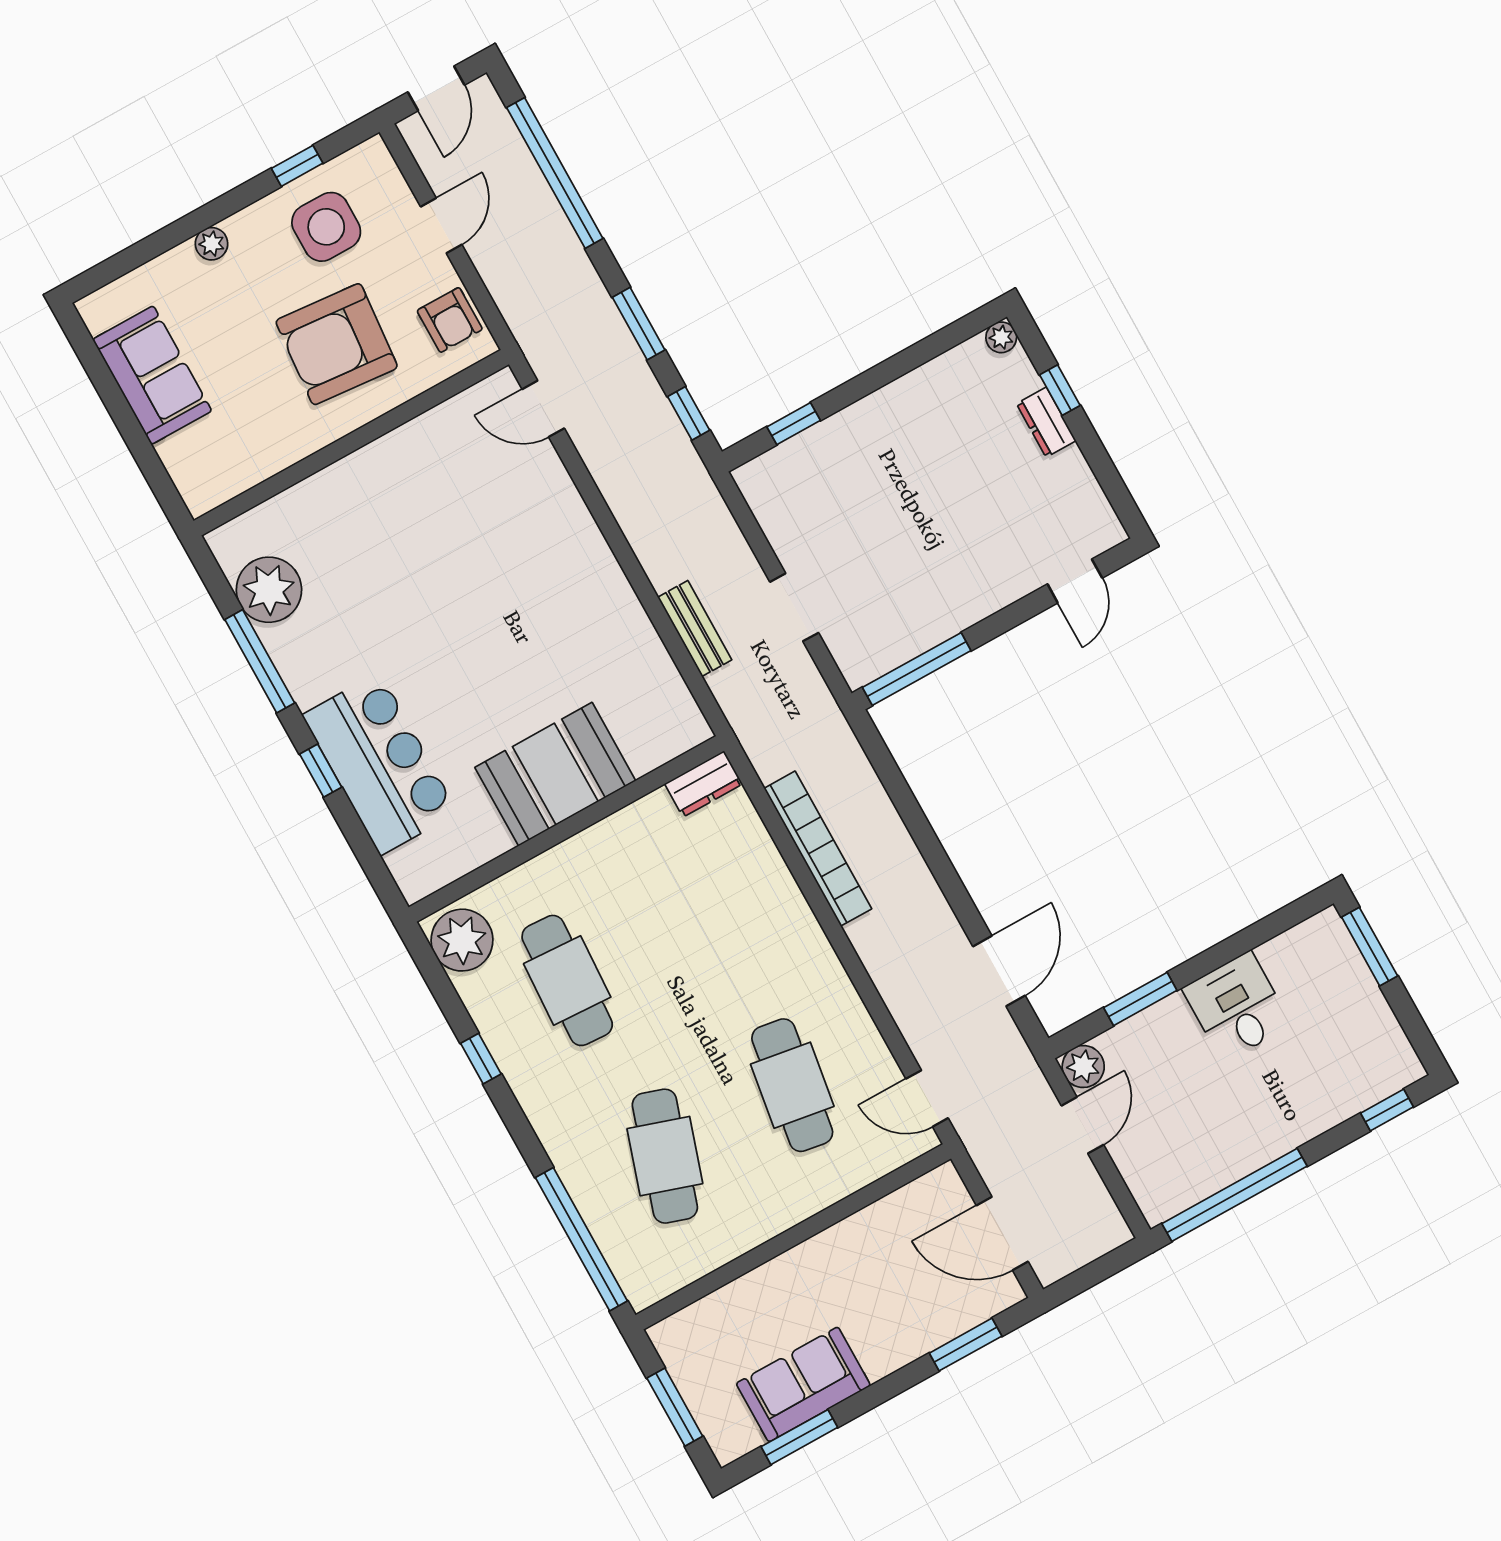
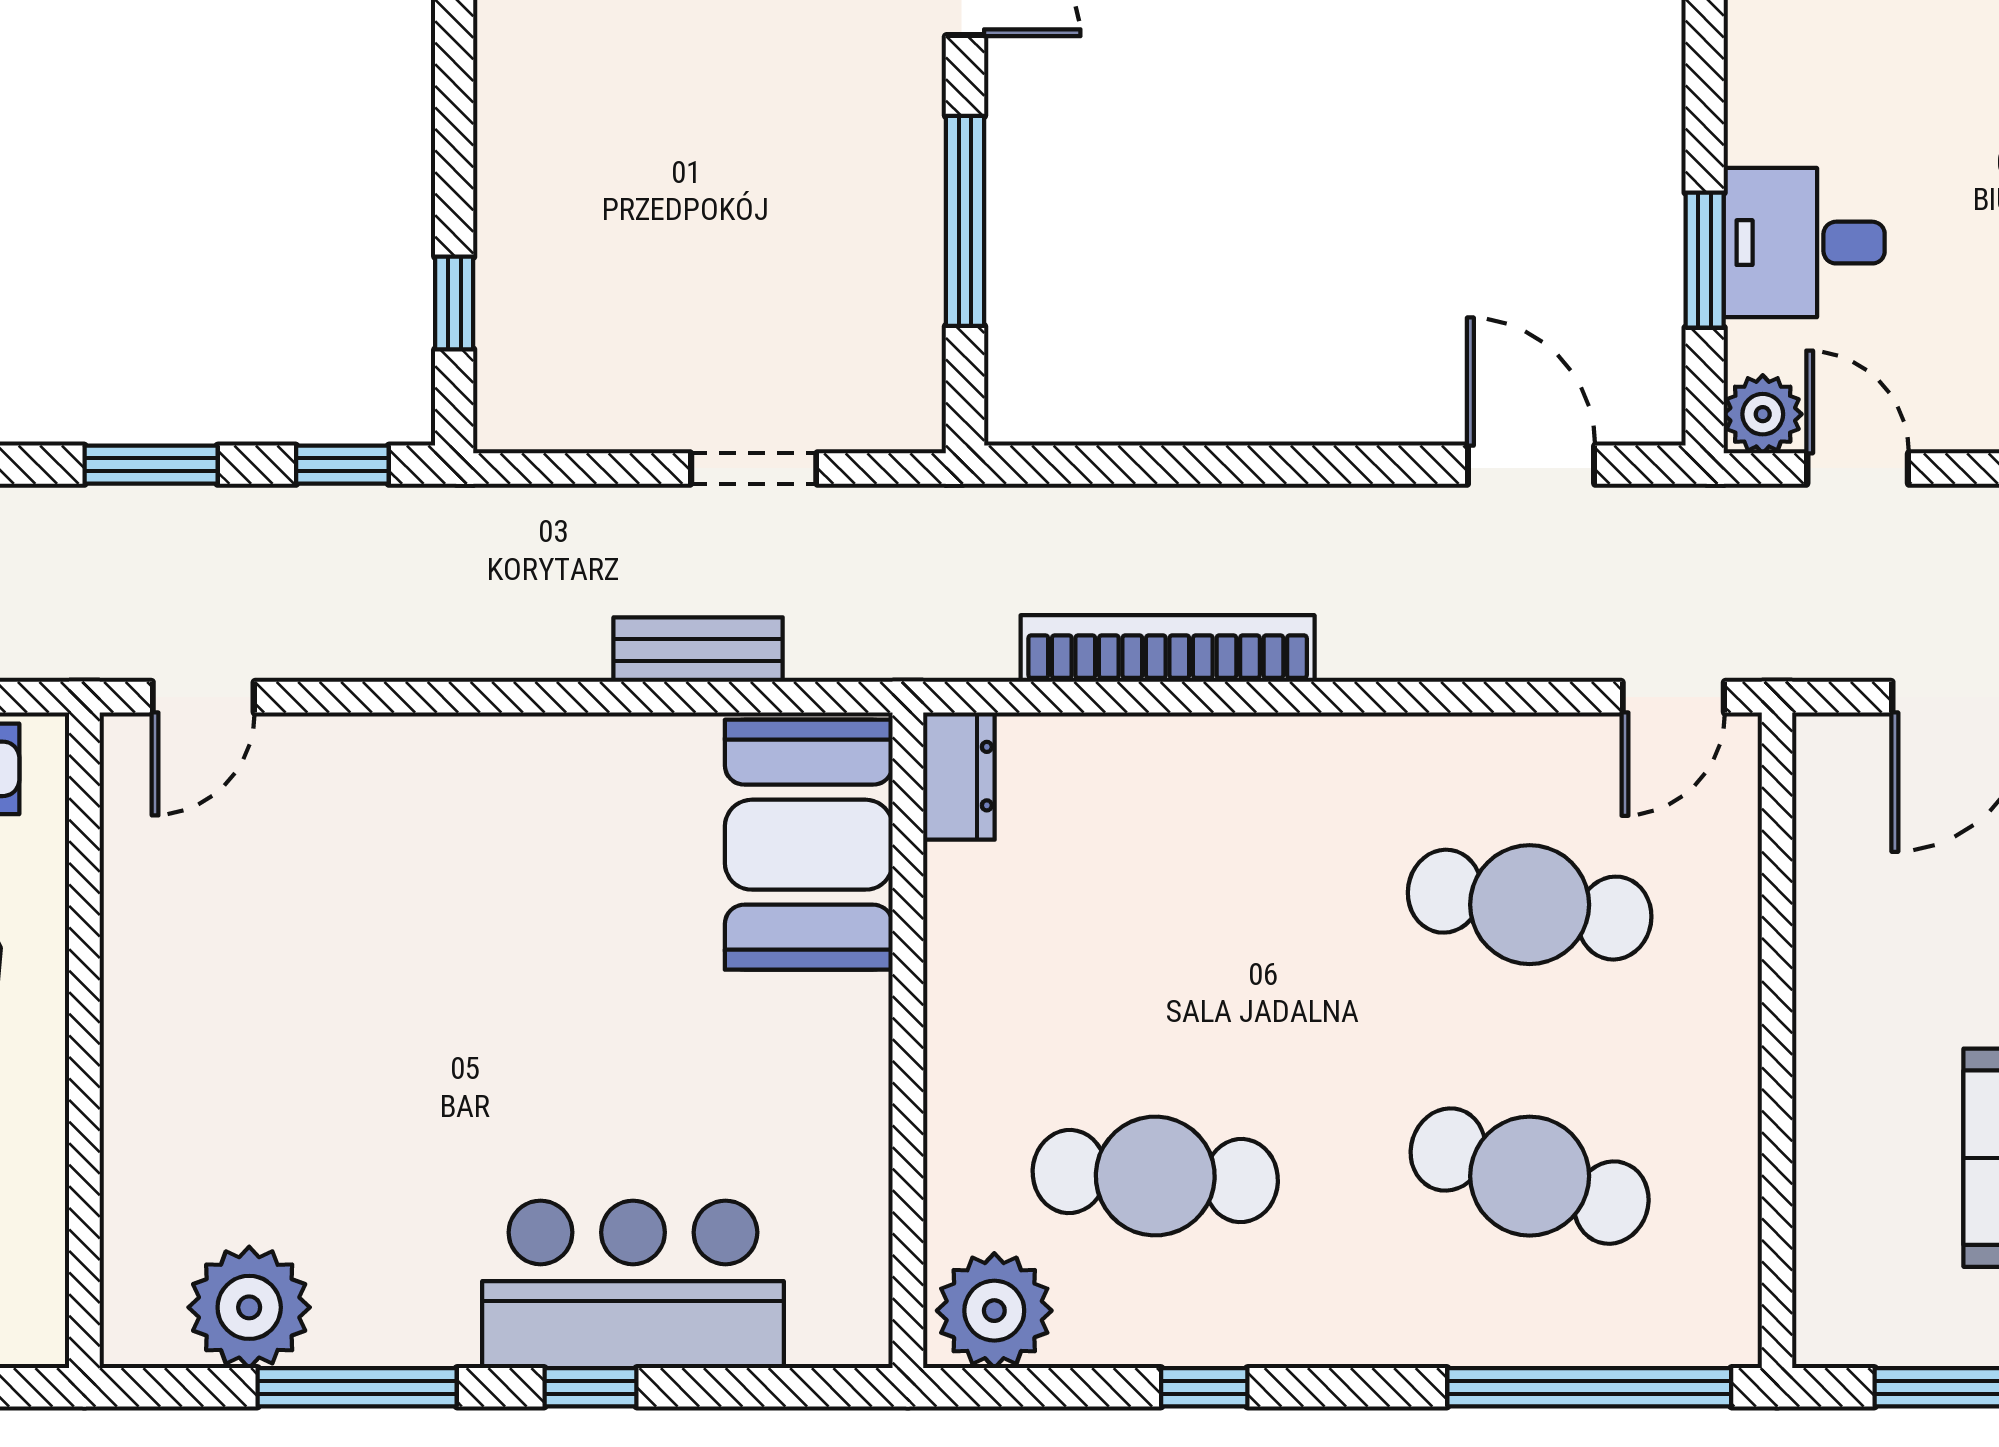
window: (917, 669) -> (965, 221), moved
booth: (555, 774) -> (809, 845), moved
desk: (1237, 1007) -> (1804, 243), moved

